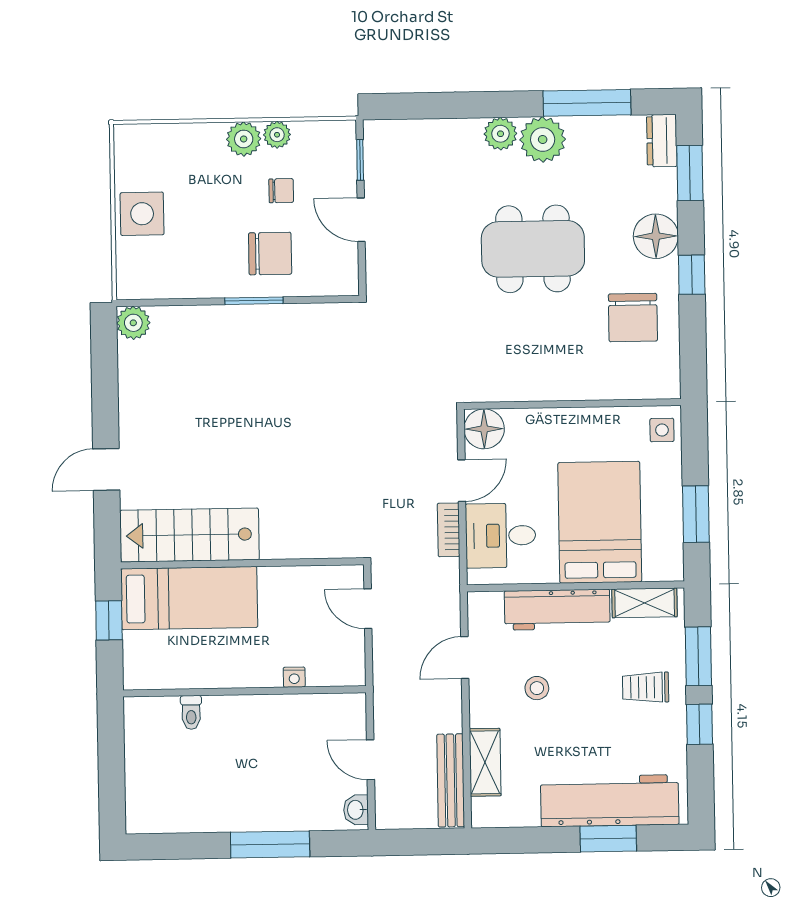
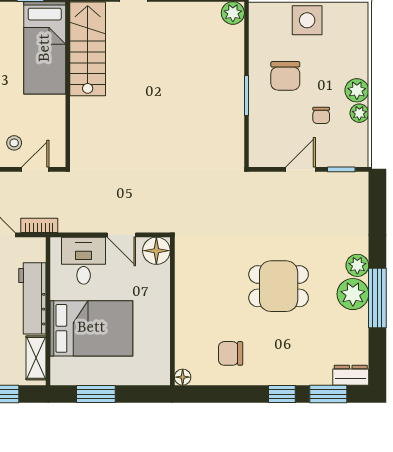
window: (587, 103) -> (377, 298), moved
floor lamp: (656, 236) -> (183, 377), moved, width x0.53, depth x0.53
dining table: (533, 249) -> (279, 286), width x0.73
chair: (270, 254) -> (285, 76), moved
window: (692, 275) -> (282, 394), moved
chair: (633, 318) -> (231, 353), width x0.73, depth x0.73
side table: (662, 430) -> (154, 372), removed
bookcase: (449, 530) -> (39, 225), moved
stool: (330, 640) -> (14, 143), added

